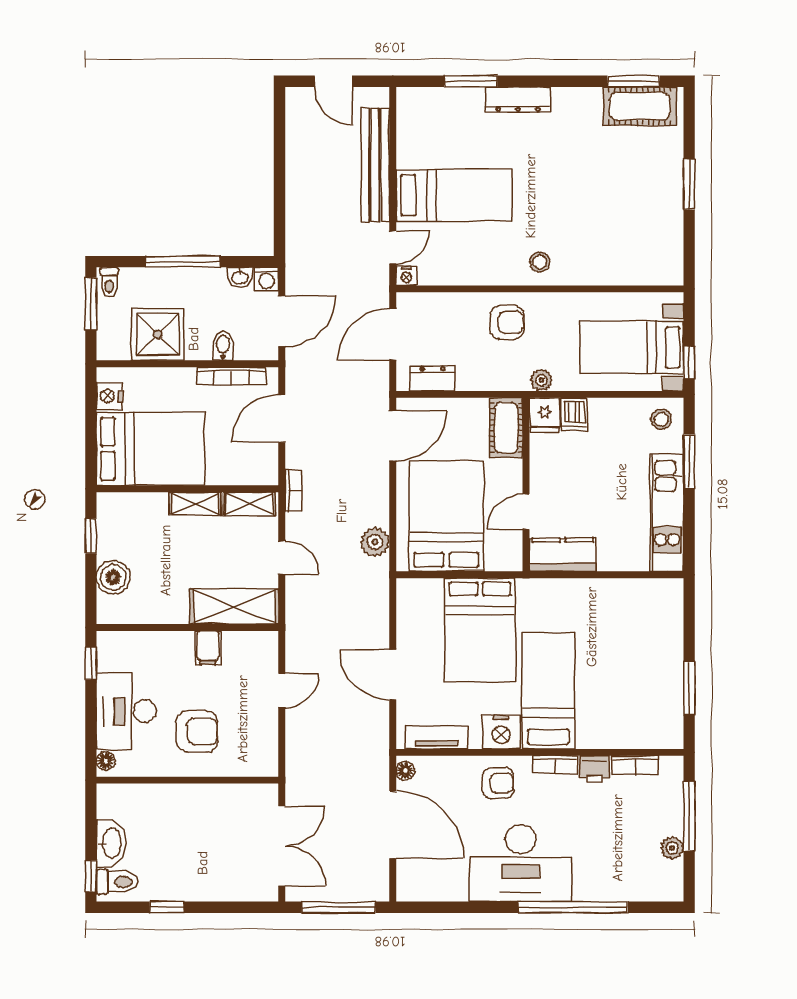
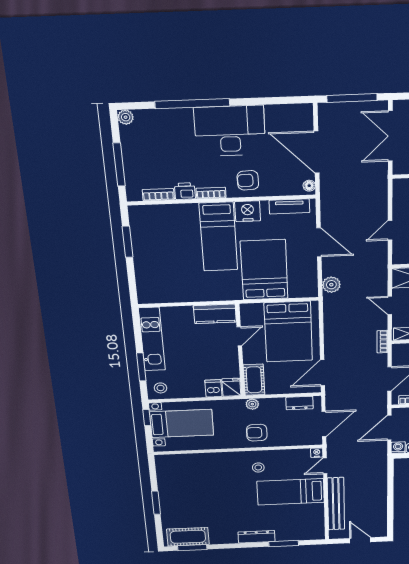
stool: (540, 262) -> (258, 467), moved
plant: (541, 380) -> (252, 404), moved
plant: (375, 542) -> (331, 285), moved
plant: (672, 848) -> (126, 117), moved

